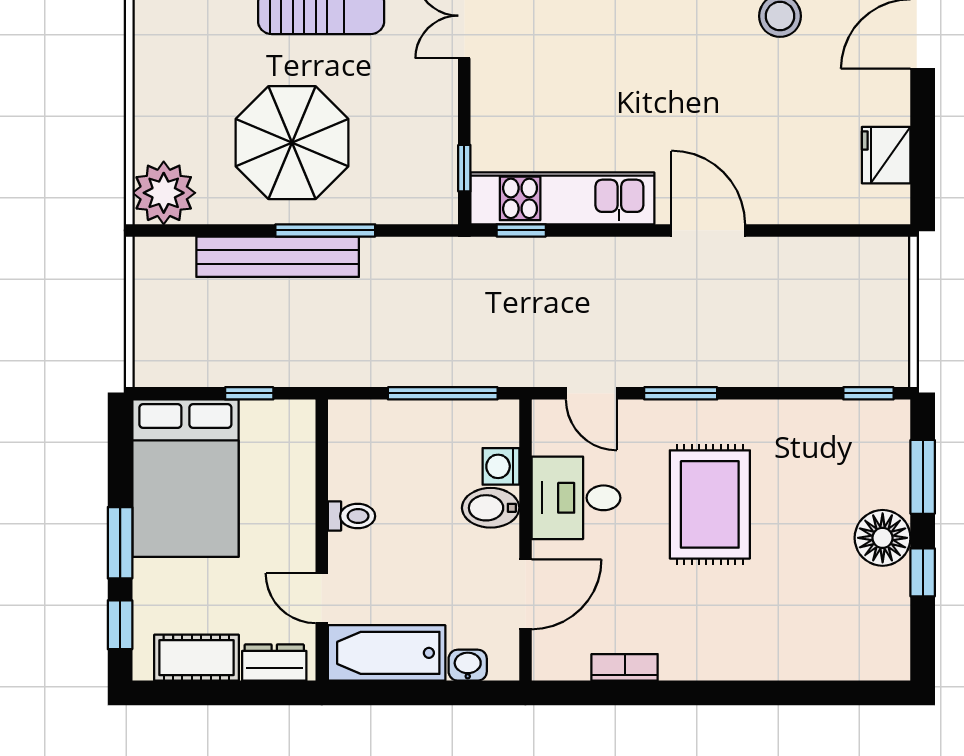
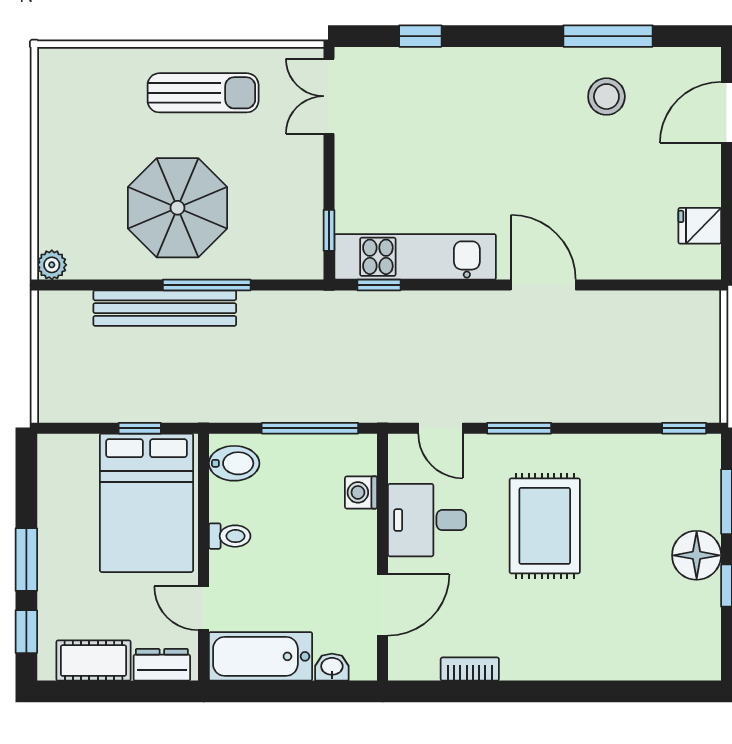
fridge: (886, 155) -> (700, 226), width x0.72
plant: (164, 193) -> (52, 265), width x0.53, depth x0.53
bed: (185, 478) -> (147, 503), moved
bidet: (491, 508) -> (234, 463), moved, turned 180

